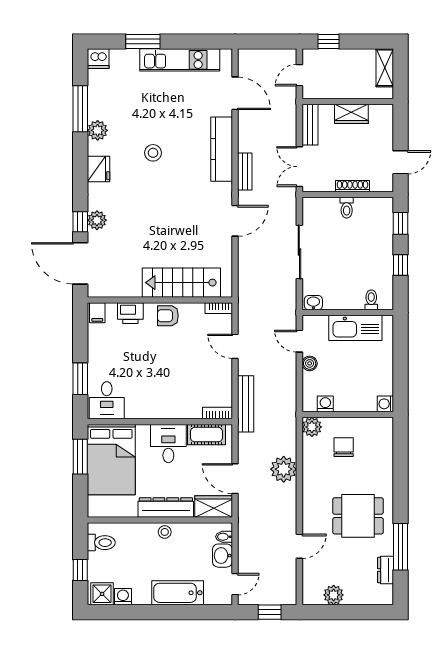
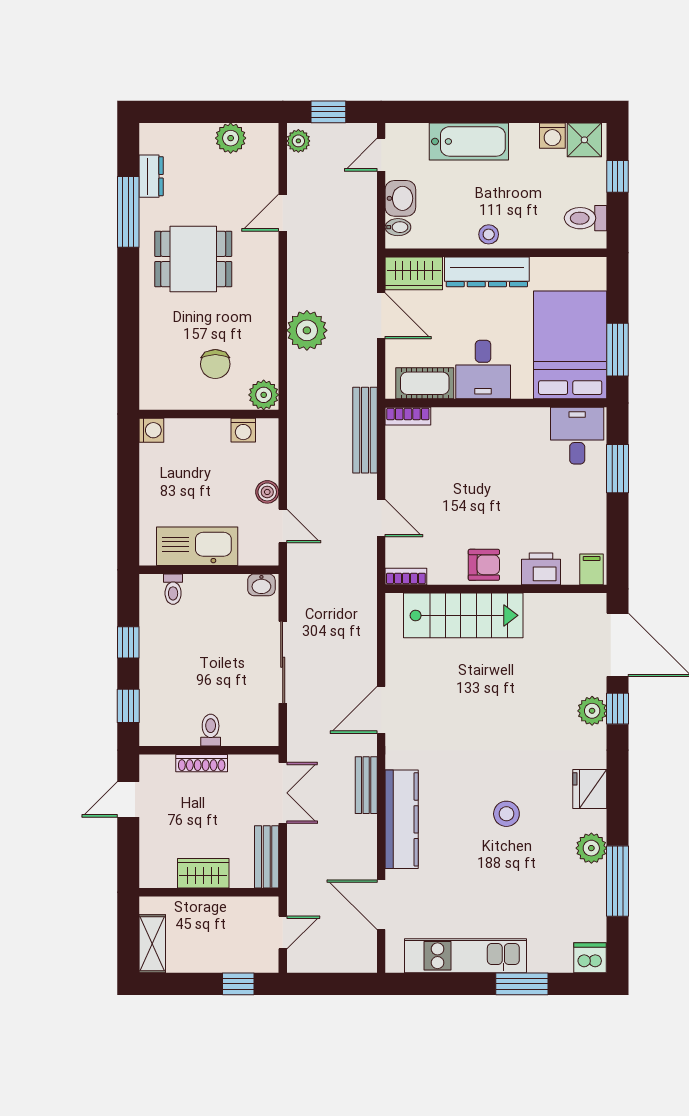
plant: (289, 593) -> (298, 141), added

